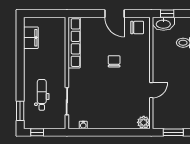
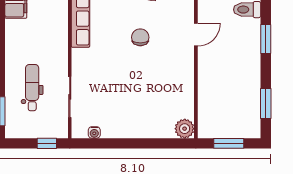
door: (151, 90) -> (196, 35), moved
window: (37, 132) -> (47, 143), moved

